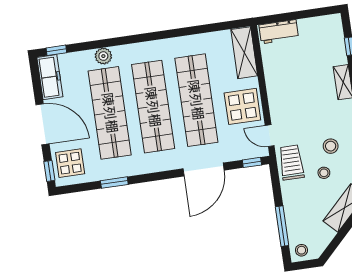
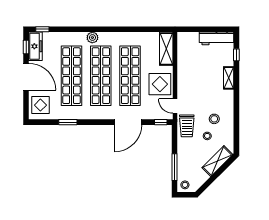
workbench: (279, 32) -> (217, 38), moved, width x1.38
plant: (103, 56) -> (92, 38), moved
trolley: (291, 162) -> (187, 126), turned 180
window: (49, 171) -> (26, 47), moved

